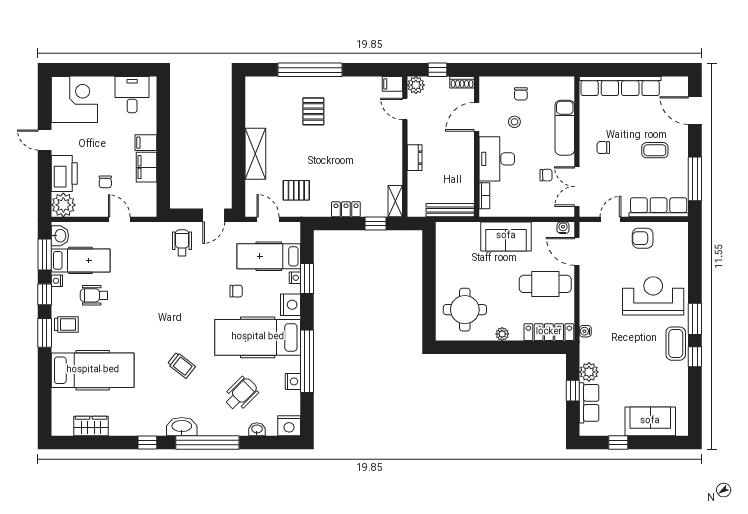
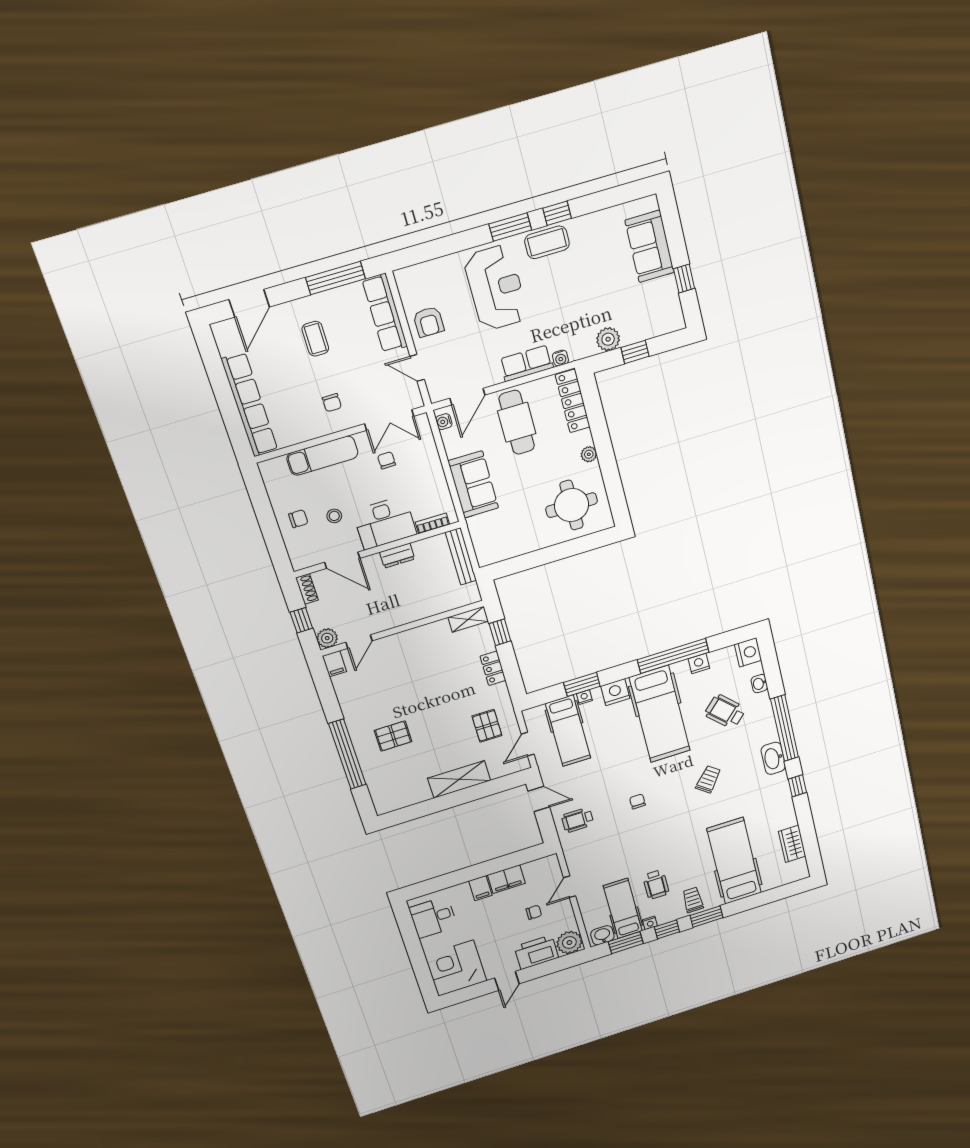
dresser: (415, 158) -> (397, 556), moved, turned 180
chair: (236, 291) -> (637, 801), moved
reception desk: (653, 296) -> (496, 288), turned 180
row of seats: (589, 403) -> (527, 363), moved

